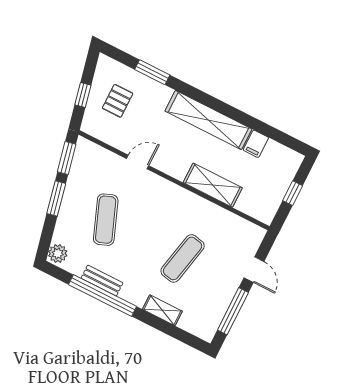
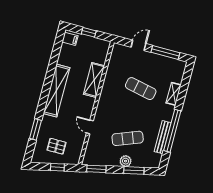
filing cabinet: (256, 144) -> (70, 39), moved
window: (56, 198) -> (134, 170), moved
plant: (58, 253) -> (126, 161), moved
bench: (102, 281) -> (163, 137), width x1.36

